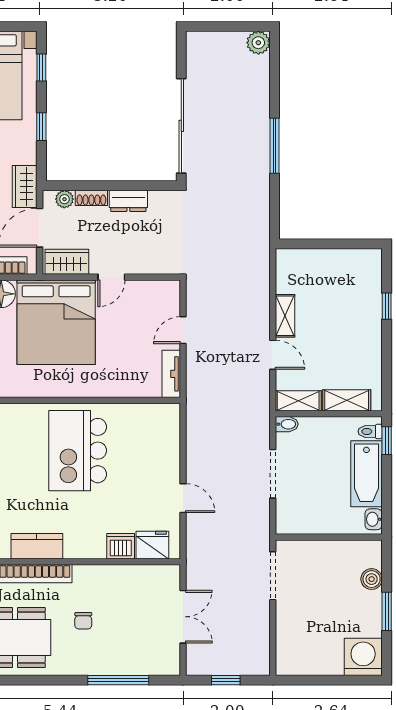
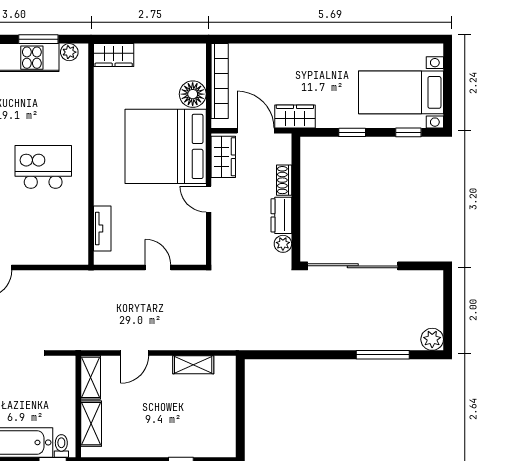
window: (274, 146) -> (383, 355), moved
plant: (64, 199) -> (283, 244), moved
shelving: (285, 316) -> (193, 365), moved
tv unit: (171, 374) -> (102, 228), moved, turned 90
bidet: (287, 424) -> (68, 366), removed
kitchen island: (78, 451) -> (43, 167), width x0.73, depth x0.78

